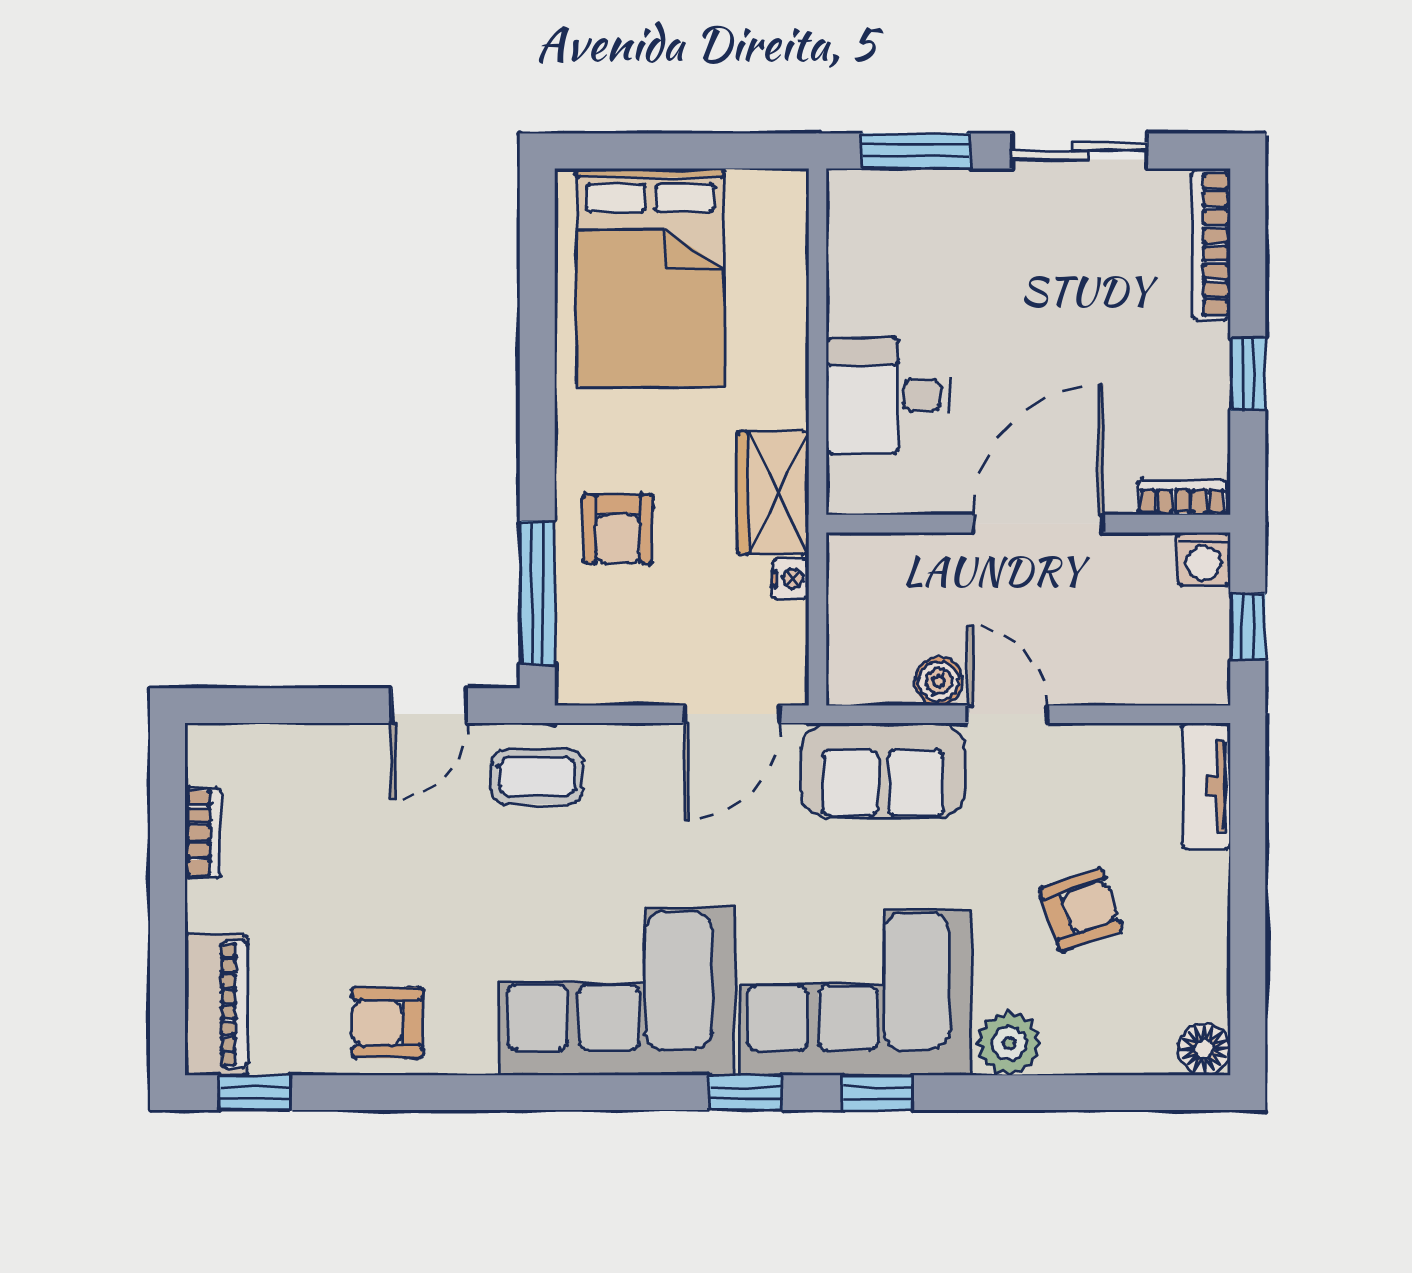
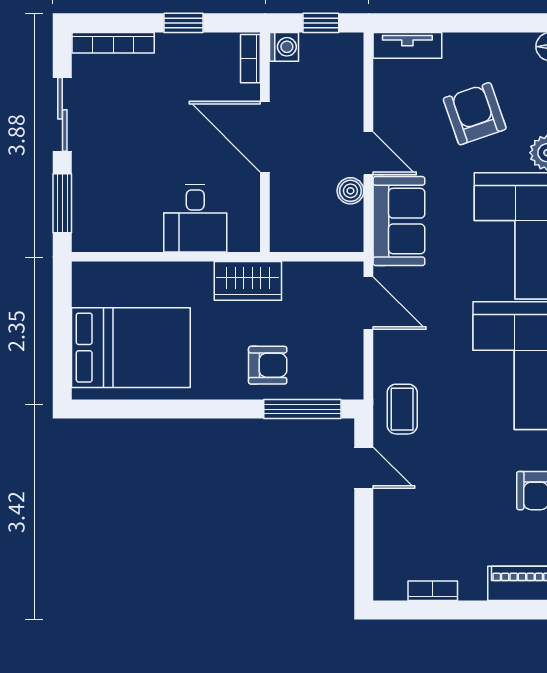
nightstand: (790, 579) -> (295, 272), removed
door: (1008, 714) -> (368, 153), swing flipped
armchair: (1081, 910) -> (475, 114), width x1.38, depth x1.38

